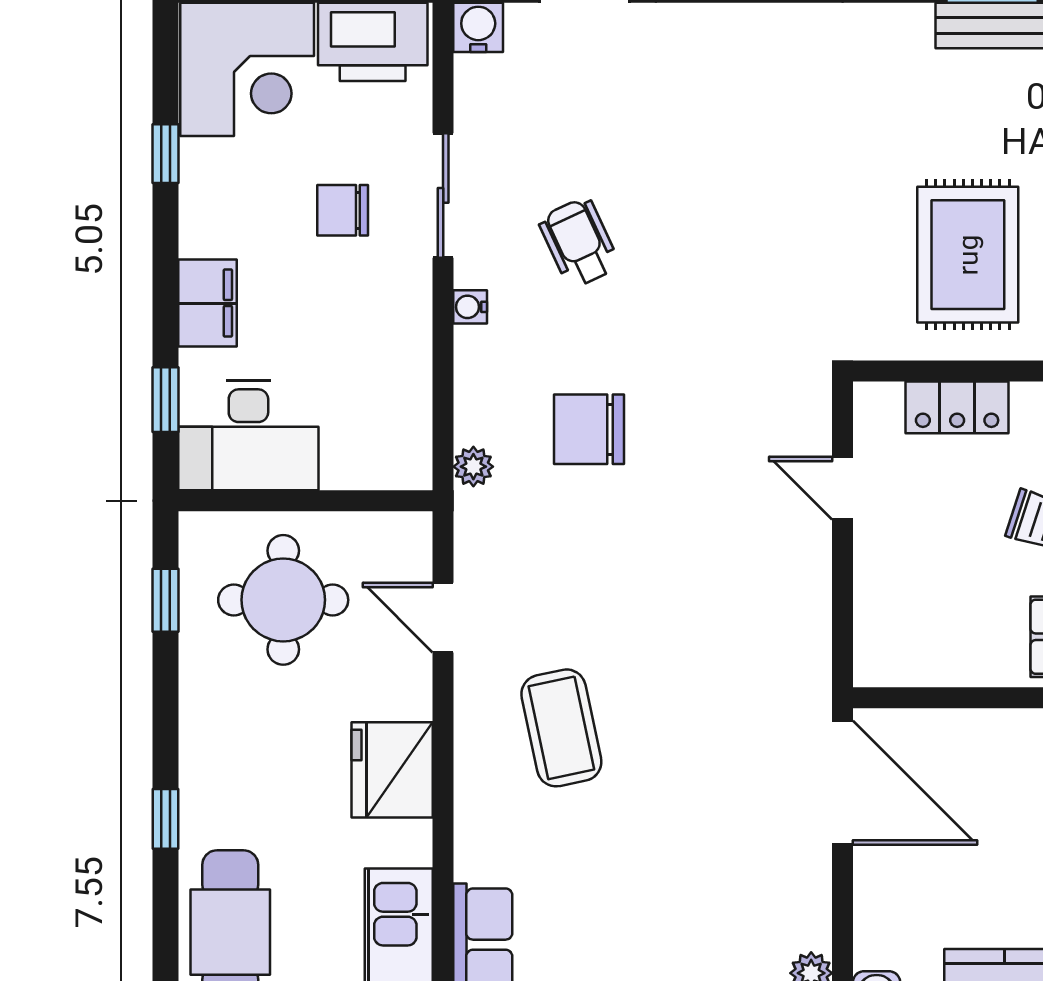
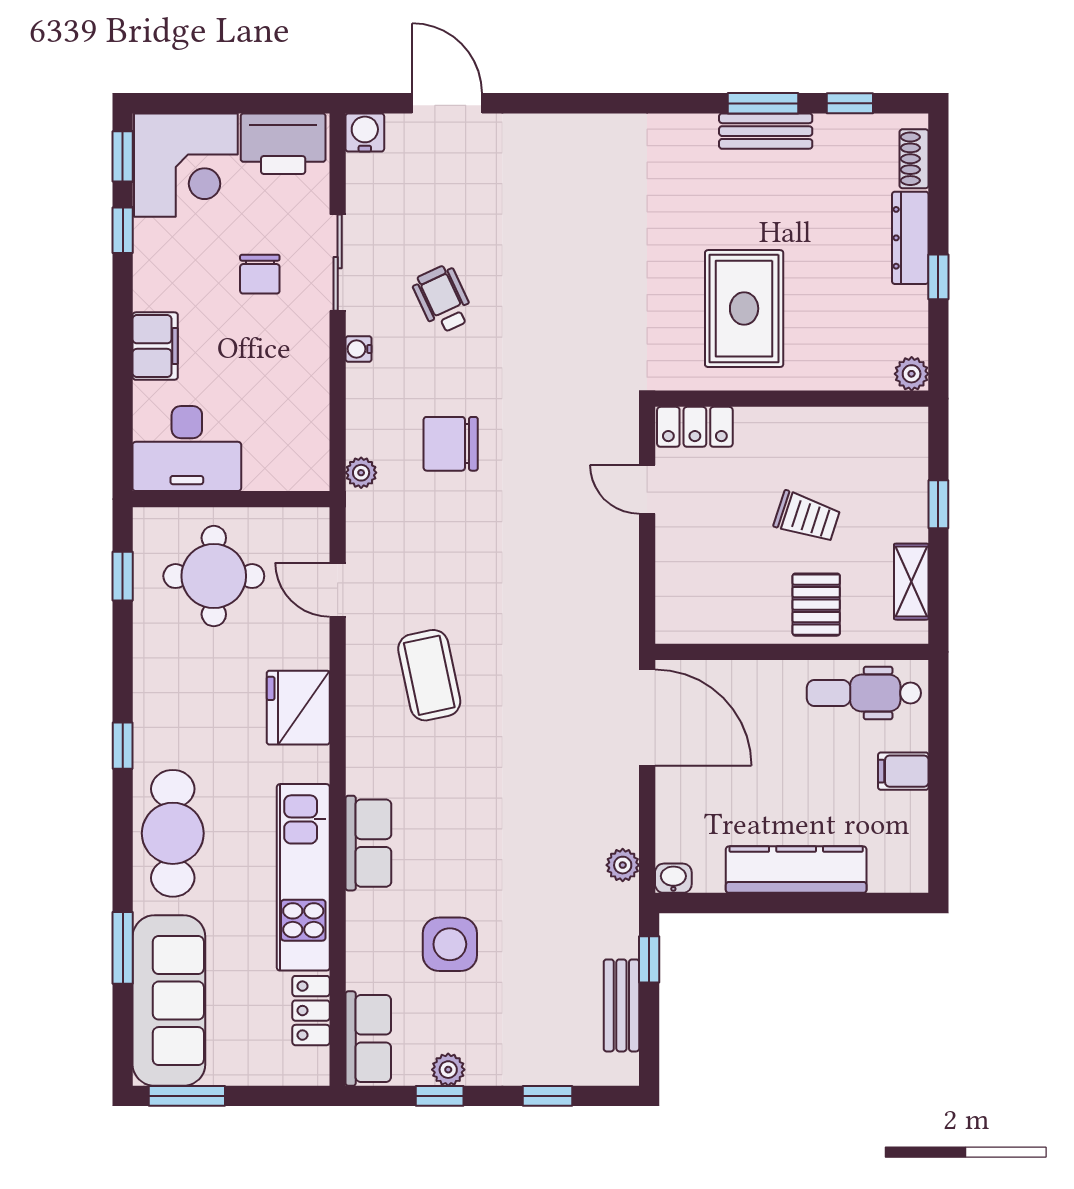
chair: (343, 210) -> (260, 274), turned -90
window: (166, 400) -> (123, 156), moved
locker: (957, 407) -> (695, 427), moved

